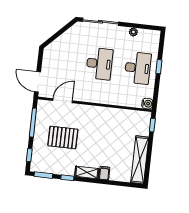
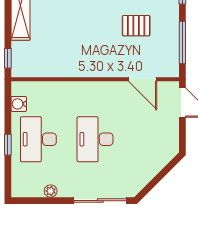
door: (63, 101) -> (143, 79), hinge flipped
water cooler: (147, 104) -> (19, 104), moved
pallet: (63, 137) -> (136, 26), width x0.67, depth x0.71

